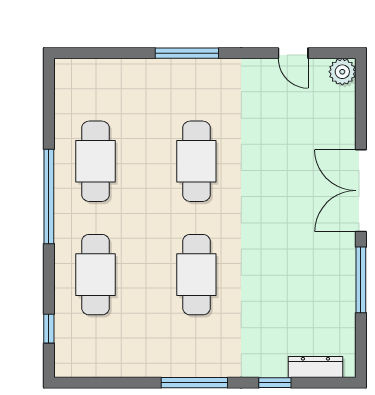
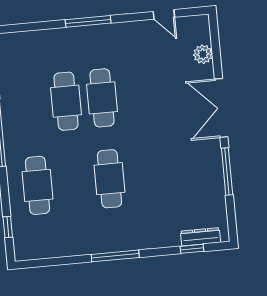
plant: (342, 72) -> (203, 54), moved
cafe table: (95, 161) -> (66, 101), moved
window: (275, 383) -> (192, 249), moved

